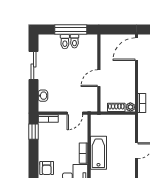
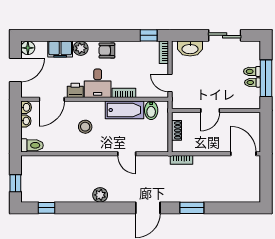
door: (99, 78) -> (210, 110), swing flipped
washbasin: (43, 96) -> (190, 49), width x1.91, depth x1.45
plant: (130, 107) -> (177, 147), removed
bidet: (99, 129) -> (151, 110), added

